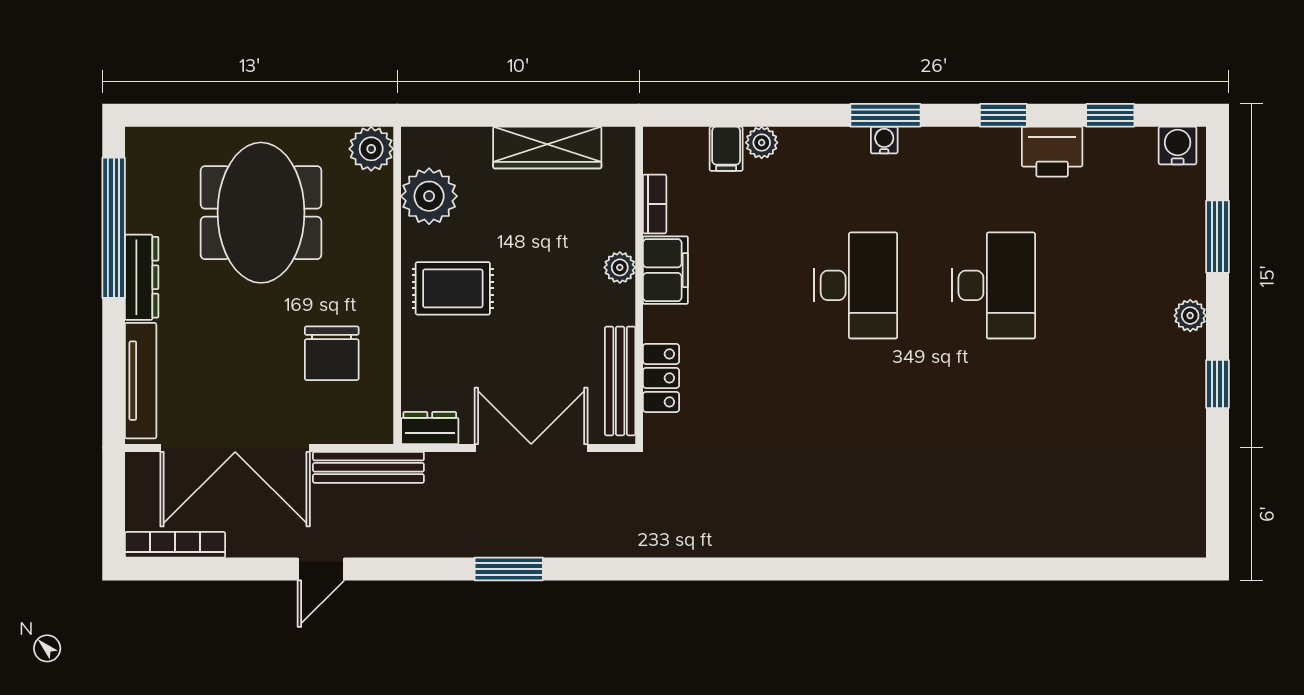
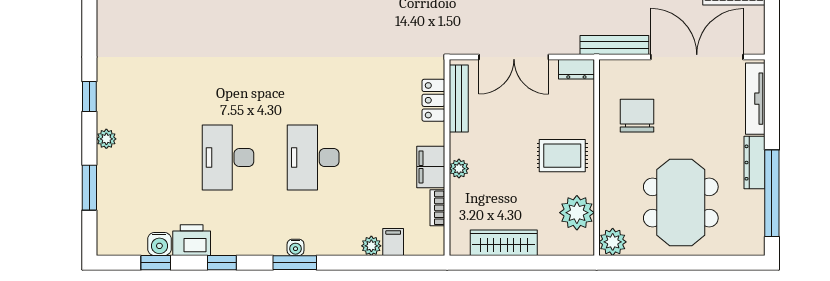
water cooler: (1178, 145) -> (159, 244), moved

